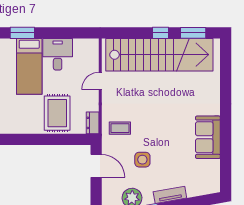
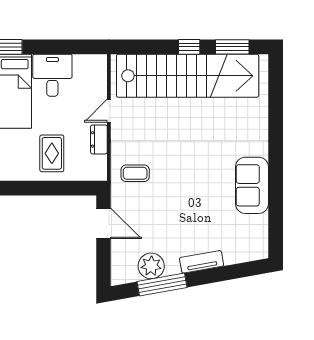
rug: (57, 113) -> (52, 153), width x0.73, depth x0.70
dresser: (93, 123) -> (99, 139), moved
side table: (142, 160) -> (165, 215), removed

